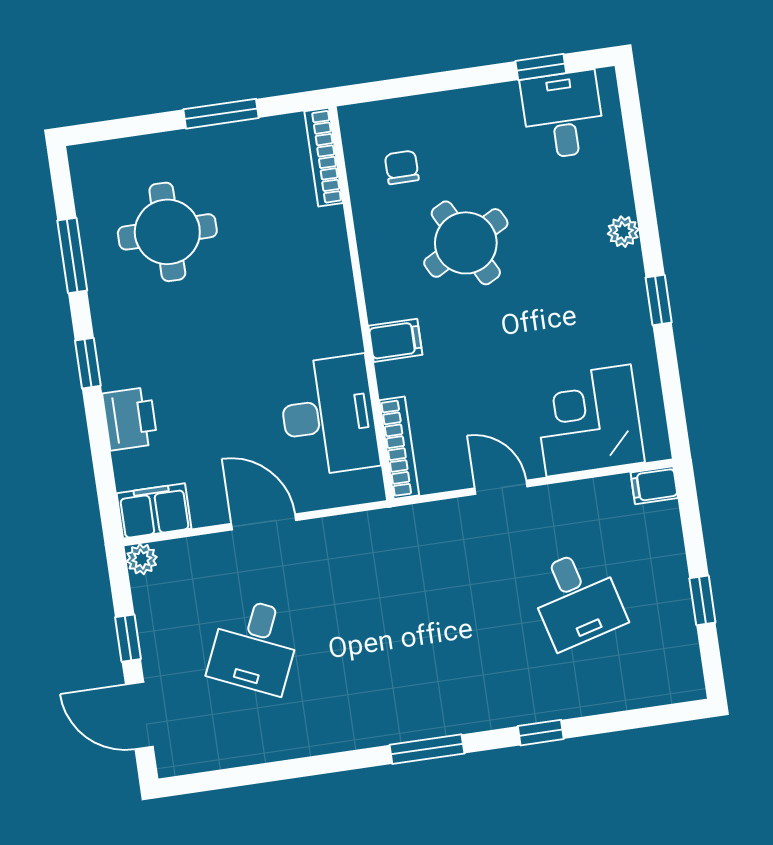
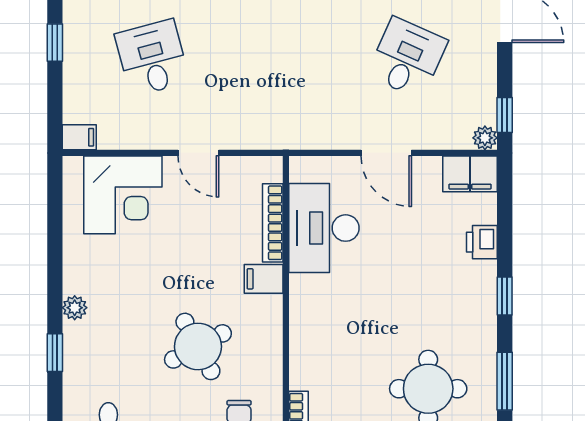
plant: (623, 232) -> (75, 308), moved
window: (659, 300) -> (55, 353), moved
printer: (130, 419) -> (482, 242), width x0.73, depth x0.81
bookcase: (399, 448) -> (273, 223), moved
window: (128, 638) -> (505, 115), moved

